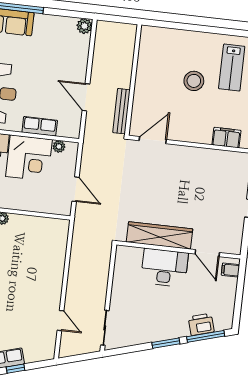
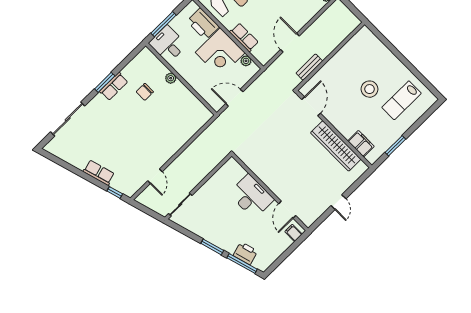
bench: (121, 111) -> (309, 67), width x0.73
door: (153, 140) -> (311, 106), hinge flipped
door: (75, 189) -> (234, 98), swing flipped
wardrobe: (160, 235) -> (336, 146), moved, turned 180
window: (15, 369) -> (115, 192), moved

